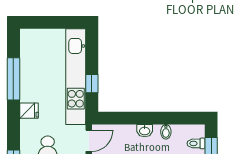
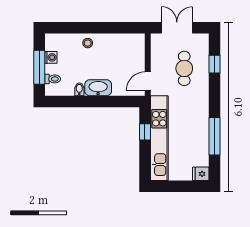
fridge: (29, 111) -> (201, 174), moved
washbasin: (145, 131) -> (98, 88), width x1.91, depth x1.45

